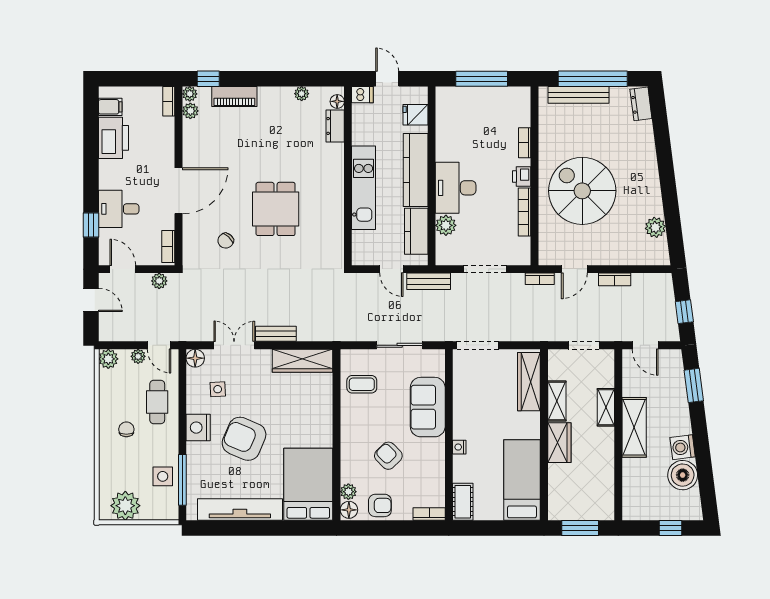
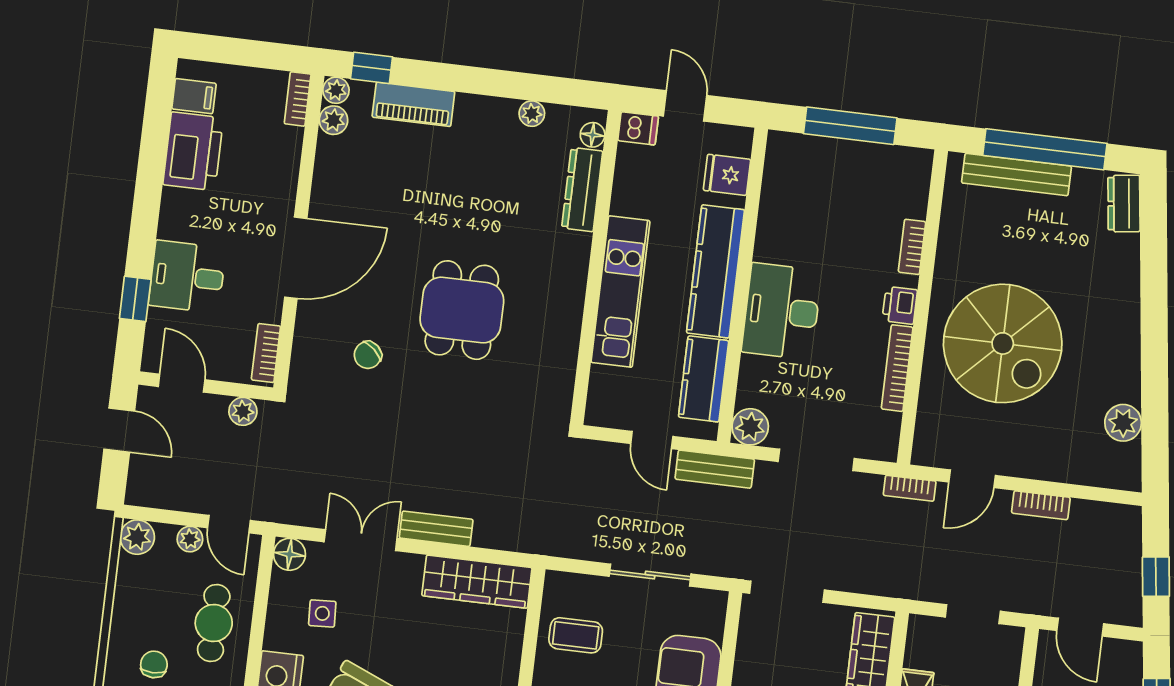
dresser: (335, 126) -> (582, 190), width x1.44
spiral stairs: (582, 191) -> (1003, 343), turned 180
plant: (446, 225) -> (750, 427), moved

